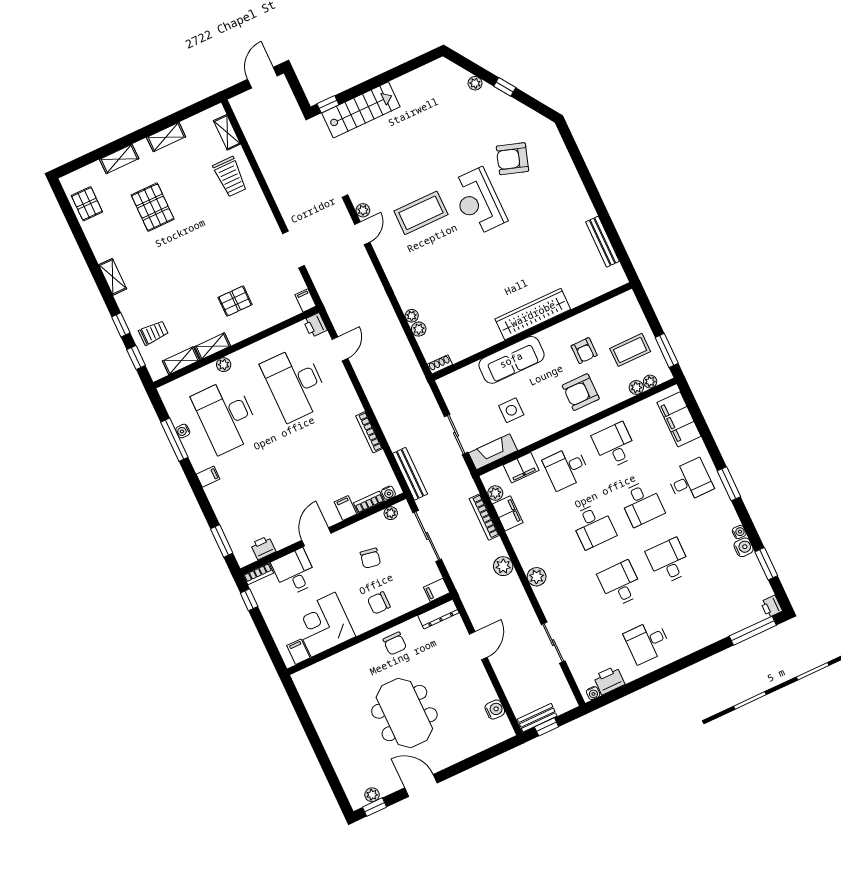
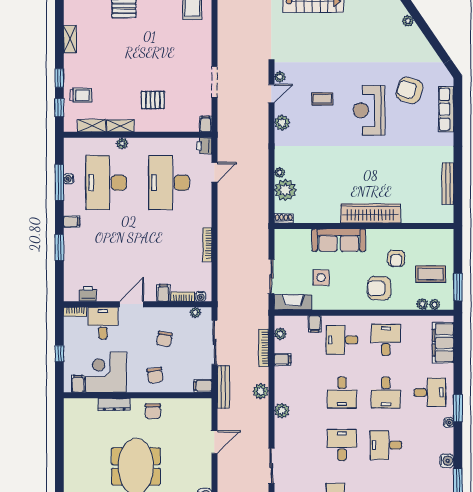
window: (505, 87) -> (429, 34), removed
row of seats: (563, 161) -> (446, 109), added
coffee table: (421, 213) -> (322, 99), width x0.54, depth x0.58
plant: (389, 260) -> (282, 123), added
plant: (419, 329) -> (285, 190), width x1.87, depth x1.87
filing cabinet: (521, 468) -> (315, 324), width x0.50
bench: (410, 474) -> (223, 387), moved
filing cabinet: (508, 513) -> (282, 359), width x0.50
water cooler: (739, 532) -> (449, 422), moved
window: (222, 541) -> (59, 247), moved
desk: (669, 561) -> (386, 445), turned -90
window: (249, 600) -> (59, 354), moved
chair: (379, 603) -> (155, 375), turned -98
dresser: (438, 614) -> (114, 404), moved

